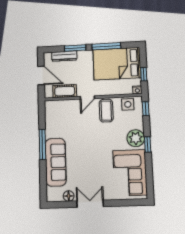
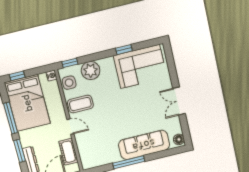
window: (144, 74) -> (17, 76), moved
plant: (136, 138) -> (91, 71), moved
window: (148, 145) -> (124, 50), moved
floor lamp: (69, 196) -> (179, 139), moved

